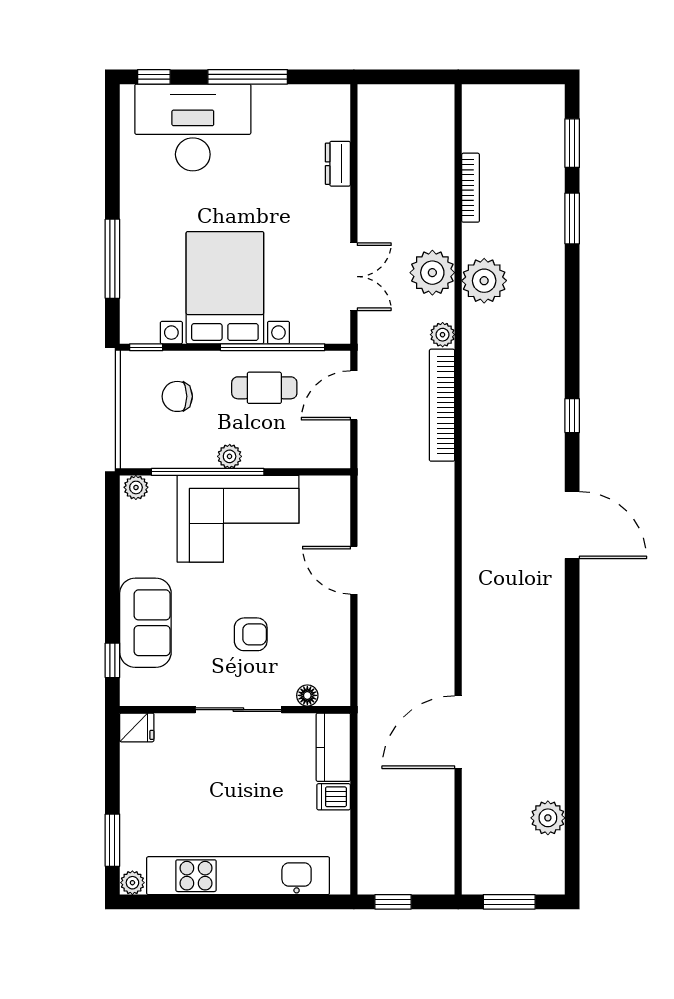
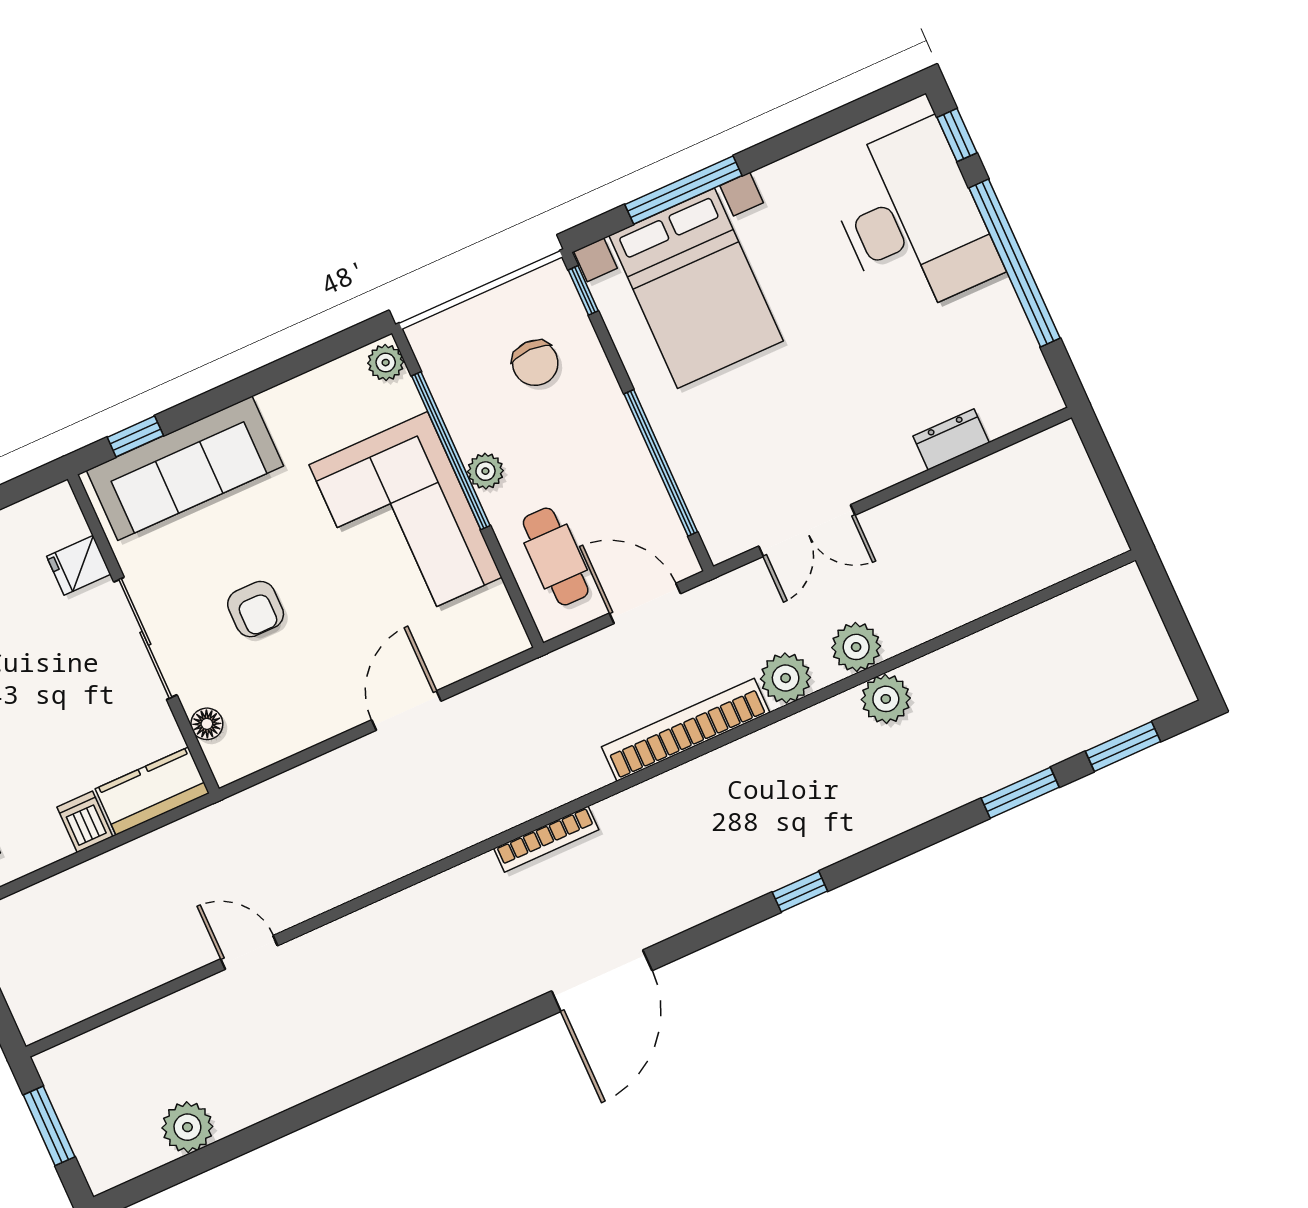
window: (248, 77) -> (1014, 263), width x1.46
bookcase: (471, 188) -> (546, 839), moved
plant: (432, 273) -> (856, 647), width x0.73, depth x0.73
plant: (484, 281) -> (886, 699), width x0.73, depth x0.73
bed with nightstands: (225, 288) -> (696, 288), moved, turned 90
plant: (443, 335) -> (786, 678), width x1.38, depth x1.38
cafe table: (264, 388) -> (556, 557), moved
chair: (177, 396) -> (535, 363), turned 180
window: (572, 416) -> (800, 892), moved
sofa: (145, 623) -> (185, 468), width x1.36
fridge: (137, 727) -> (79, 565), moved, turned 90
door: (458, 732) -> (249, 952), width x0.53

